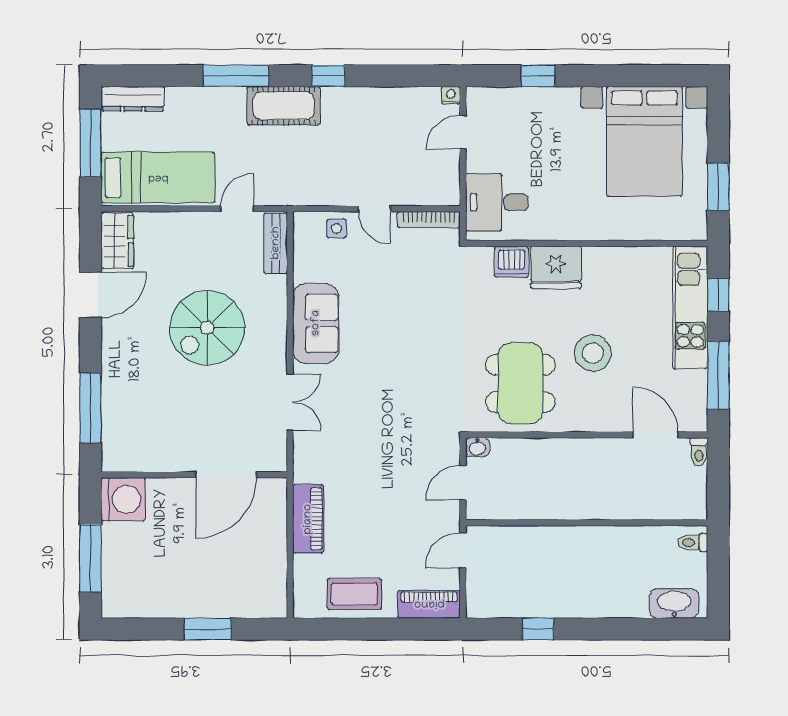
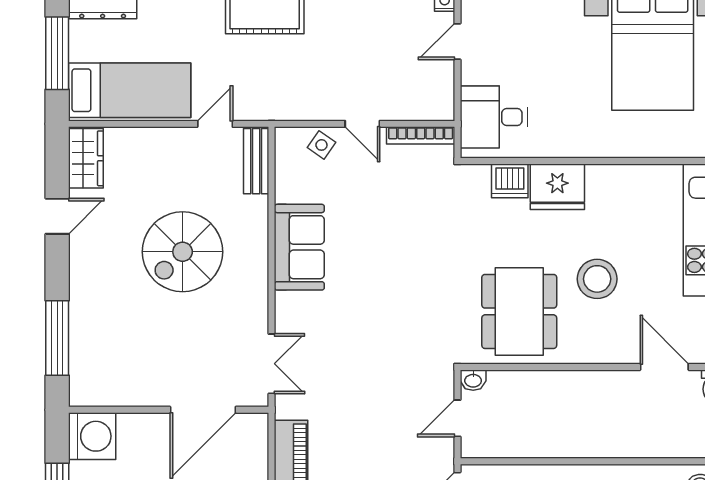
side table: (336, 228) -> (321, 145), turned 35
door: (90, 295) -> (57, 216), width x0.73
double door: (290, 402) -> (272, 364), moved

